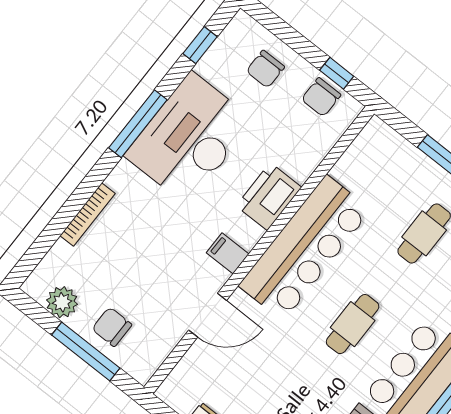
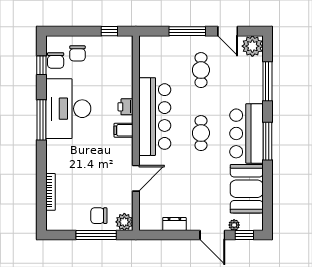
chair: (321, 97) -> (56, 60), moved
printer: (269, 197) -> (126, 107), width x0.53, depth x0.68
bookcase: (88, 215) -> (51, 192), moved
filing cabinet: (228, 253) -> (124, 130), moved
plant: (62, 302) -> (124, 222), moved

